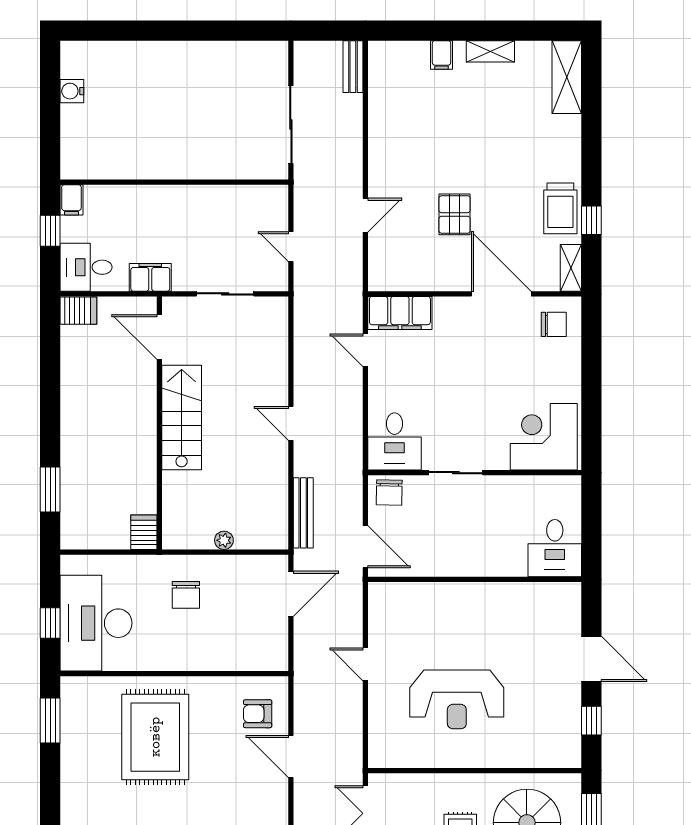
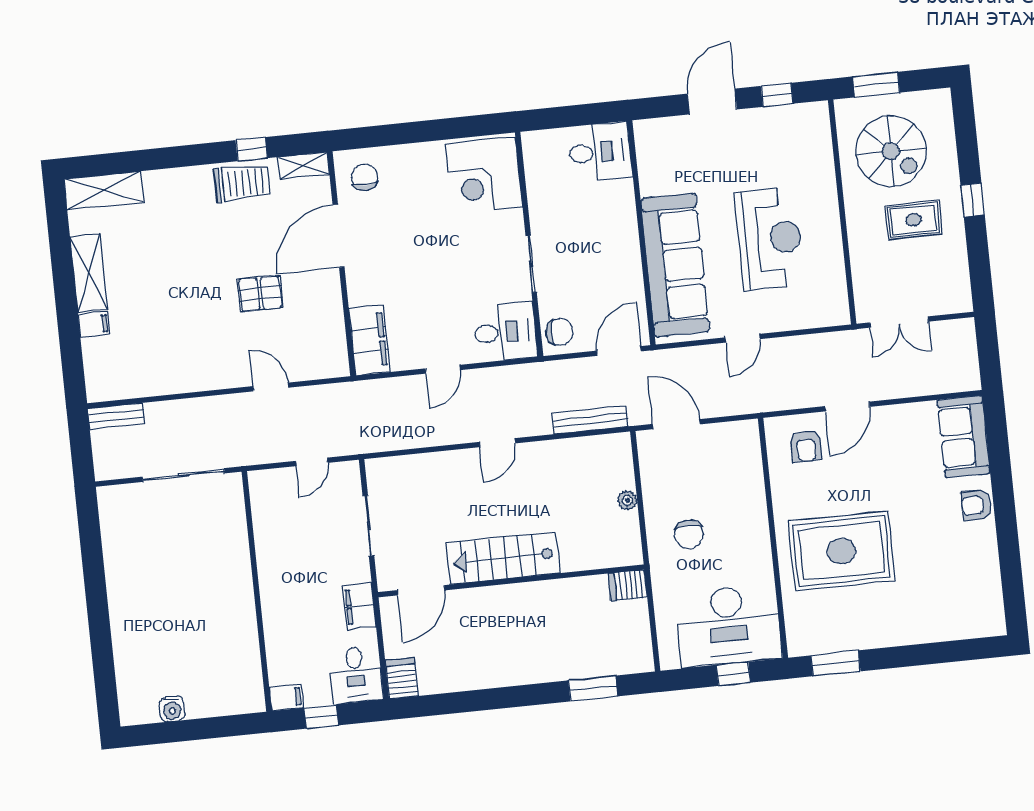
shelving: (490, 51) -> (89, 273), width x1.50, depth x1.33
door: (365, 350) -> (443, 369), moved
chair: (186, 595) -> (689, 534), turned 90
sofa: (441, 608) -> (675, 265), added

